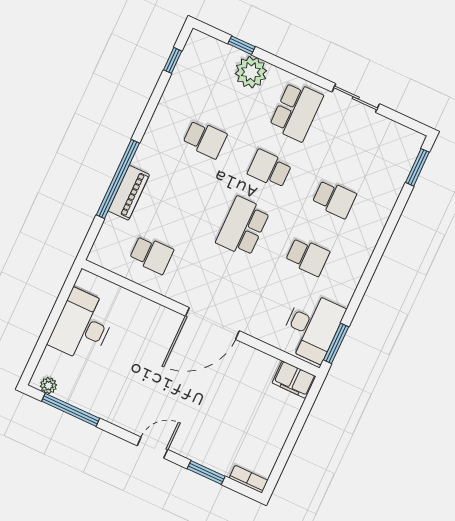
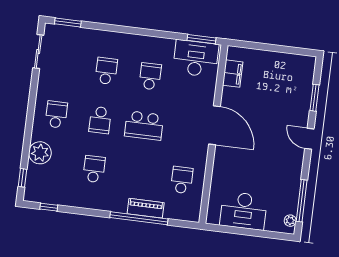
window: (241, 45) -> (22, 178), moved
sliding door: (356, 98) -> (38, 52), moved
school desk: (296, 111) -> (56, 115), width x0.54
filing cabinet: (294, 380) -> (233, 74), moved
bookcase: (248, 479) -> (310, 68), removed

